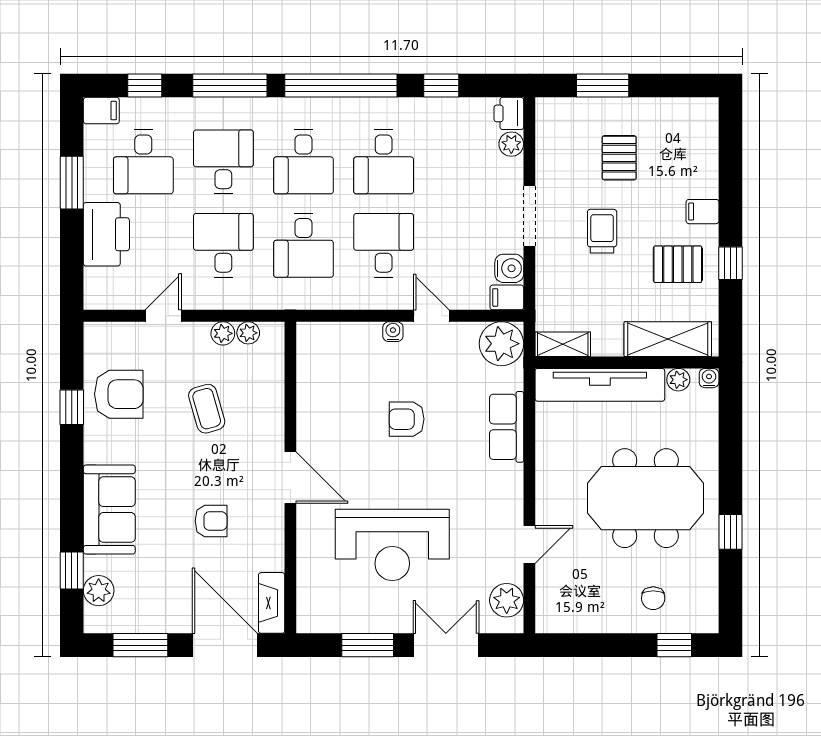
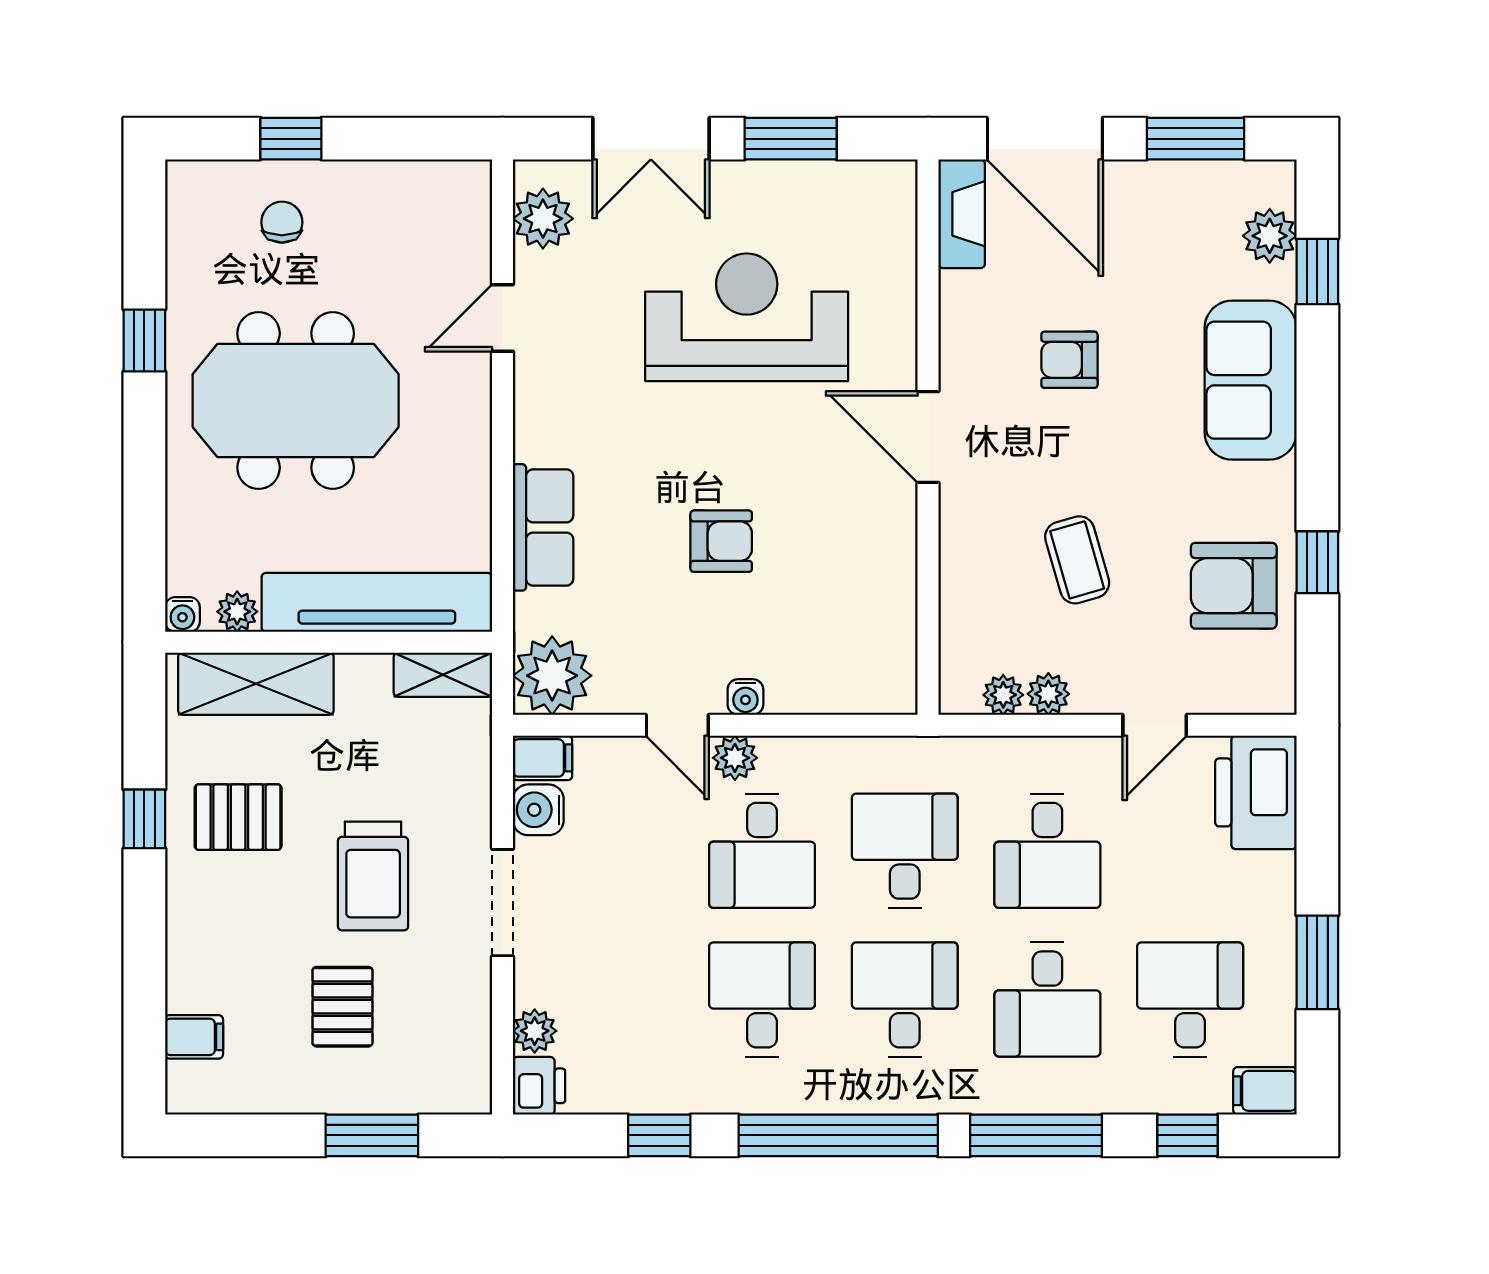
filing cabinet: (703, 212) -> (194, 1037), moved
trolley: (602, 231) -> (373, 876), width x1.36, depth x1.39
printer: (106, 234) -> (1256, 792), moved
plant: (399, 298) -> (735, 758), added
window: (674, 645) -> (291, 139), moved

